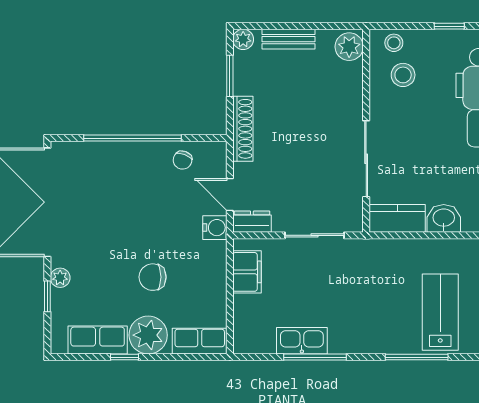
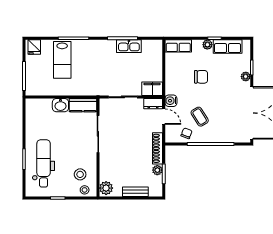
plant: (243, 39) -> (157, 170), moved
coffee table: (155, 195) -> (200, 117), added
filing cabinet: (247, 272) -> (152, 89), moved, turned 90
plant: (148, 335) -> (207, 45), width x0.53, depth x0.53

